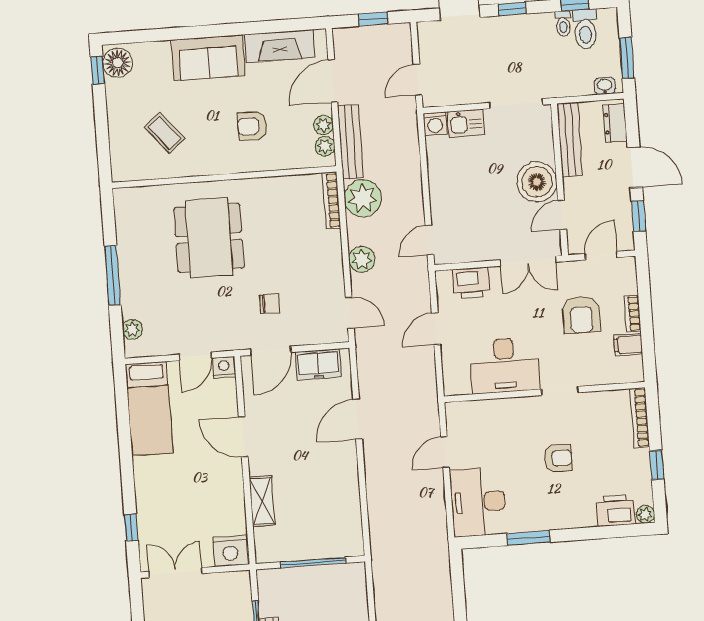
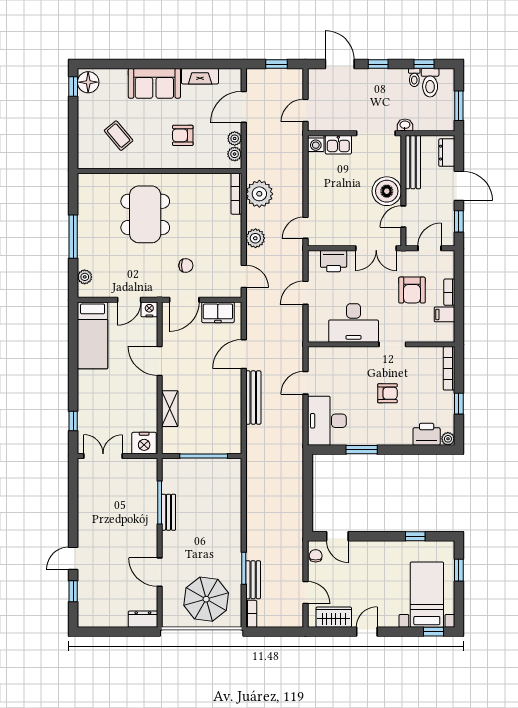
fireplace: (279, 46) -> (200, 76), width x0.73, depth x0.76
washbasin: (605, 86) -> (405, 125), moved
bench: (350, 142) -> (253, 397), moved

